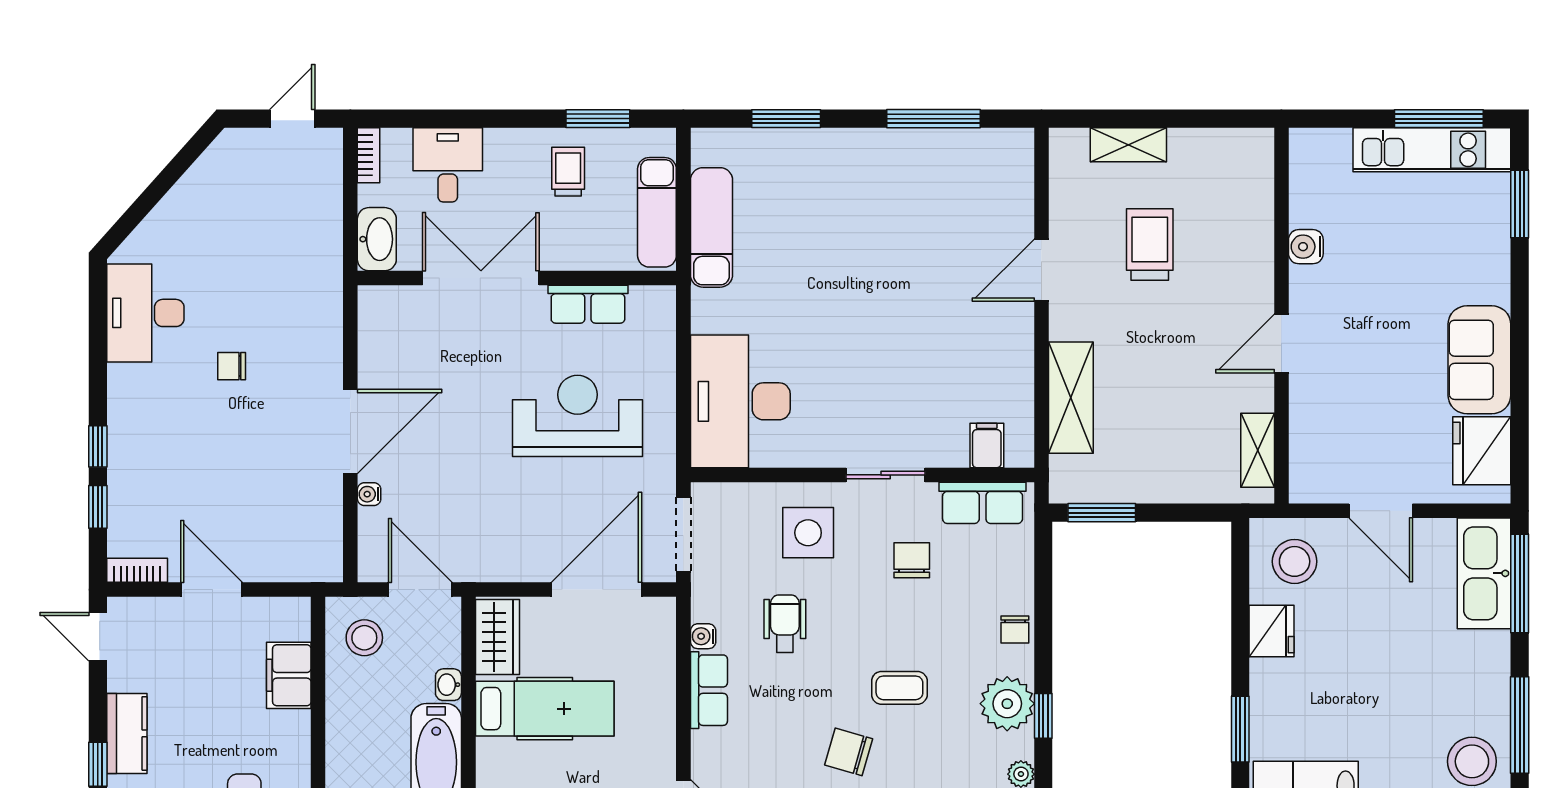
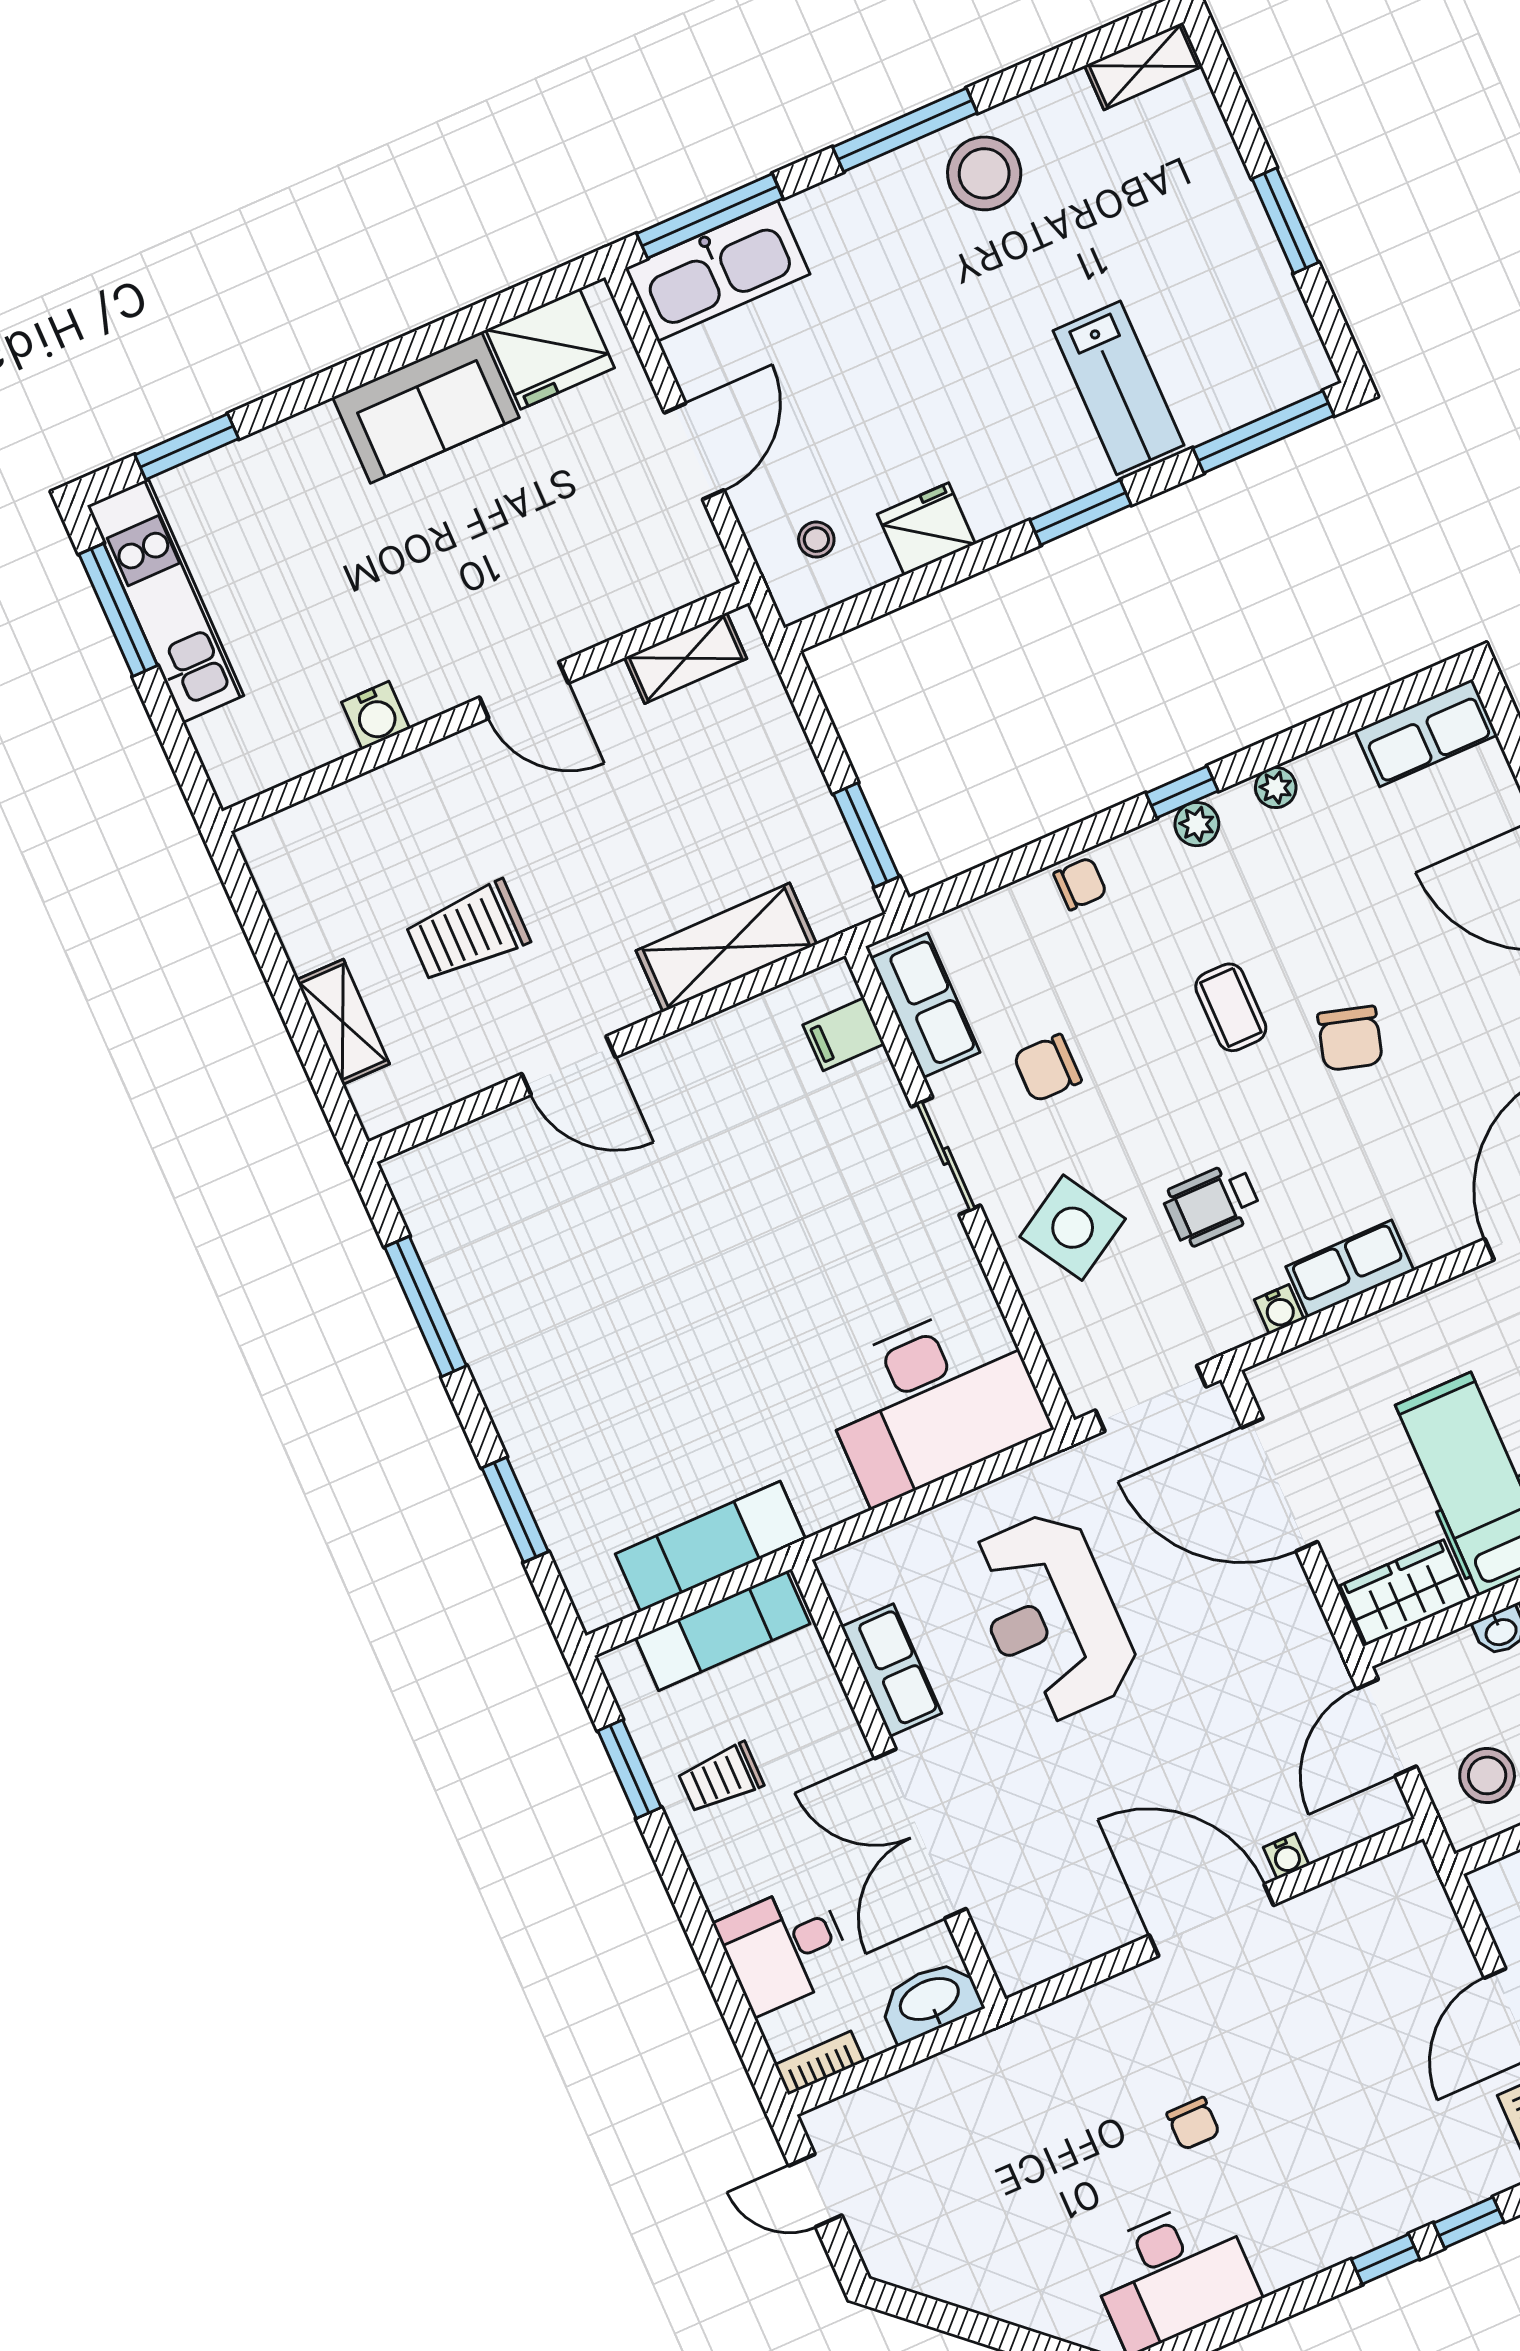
side table: (808, 533) -> (1073, 1228), turned -31
stool: (1295, 561) -> (816, 540), width x0.53, depth x0.53
plant: (1007, 704) -> (1197, 824), width x0.53, depth x0.53

